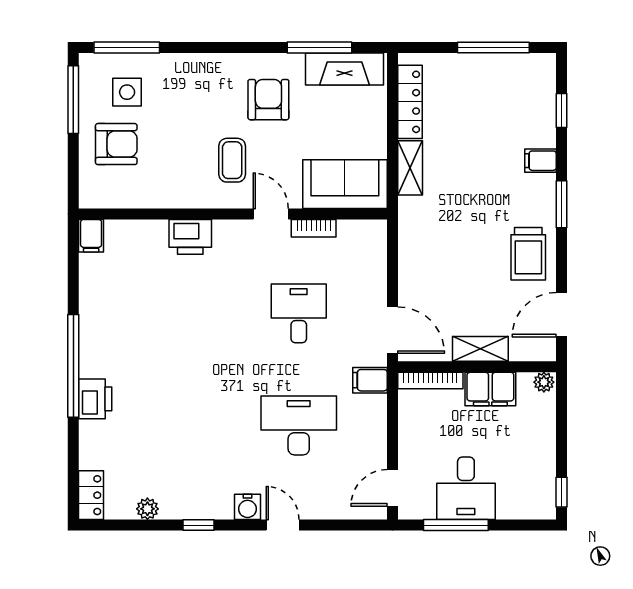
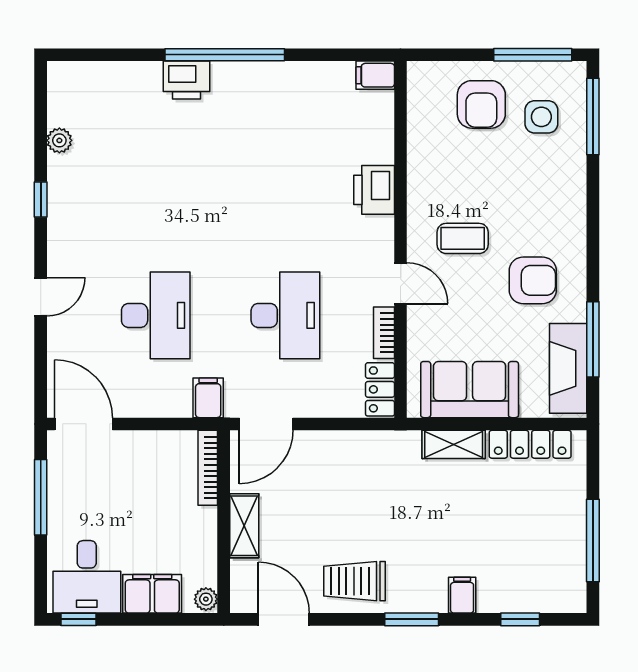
sofa: (345, 184) -> (470, 390), moved, turned -90
door: (271, 214) -> (401, 283), hinge flipped
desk: (299, 313) -> (285, 315), width x1.37
filing cabinet: (490, 389) -> (152, 594), moved, turned 90
door: (393, 488) -> (84, 424), width x1.38
desk: (466, 488) -> (87, 577), moved, turned -90
locker: (91, 495) -> (380, 389), moved, turned 90
water cooler: (247, 507) -> (62, 256), removed

